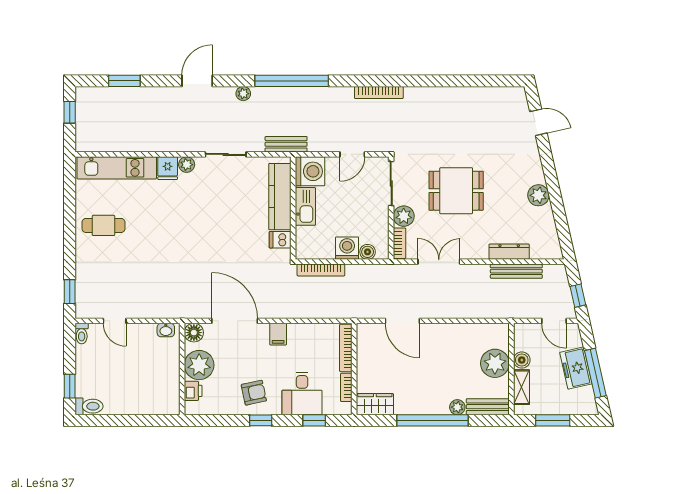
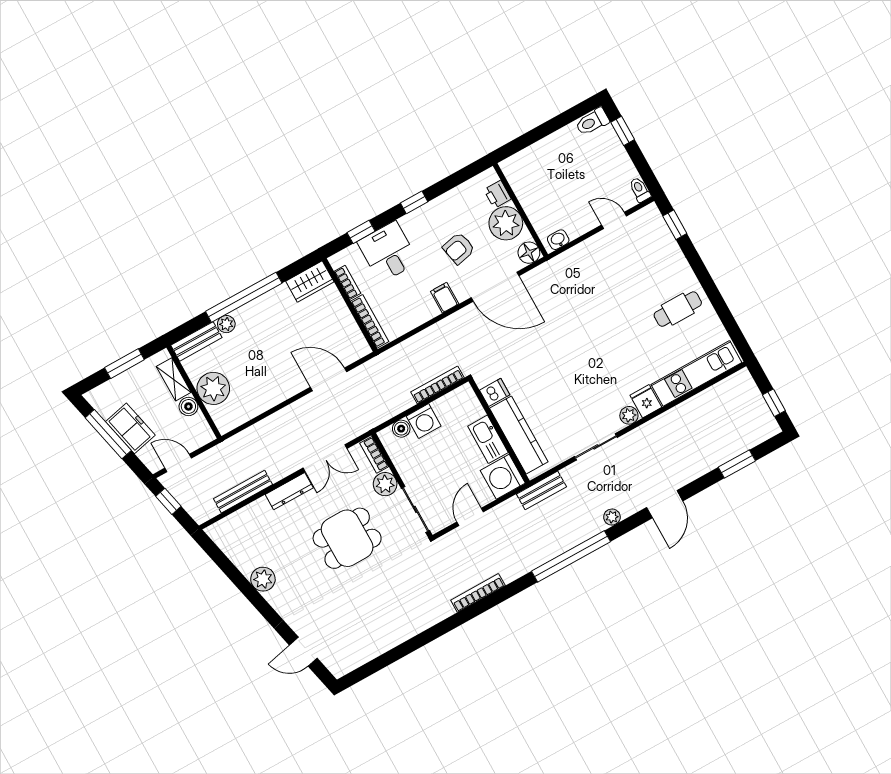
dresser: (509, 252) -> (289, 491), moved
armchair: (254, 393) -> (459, 248), moved

